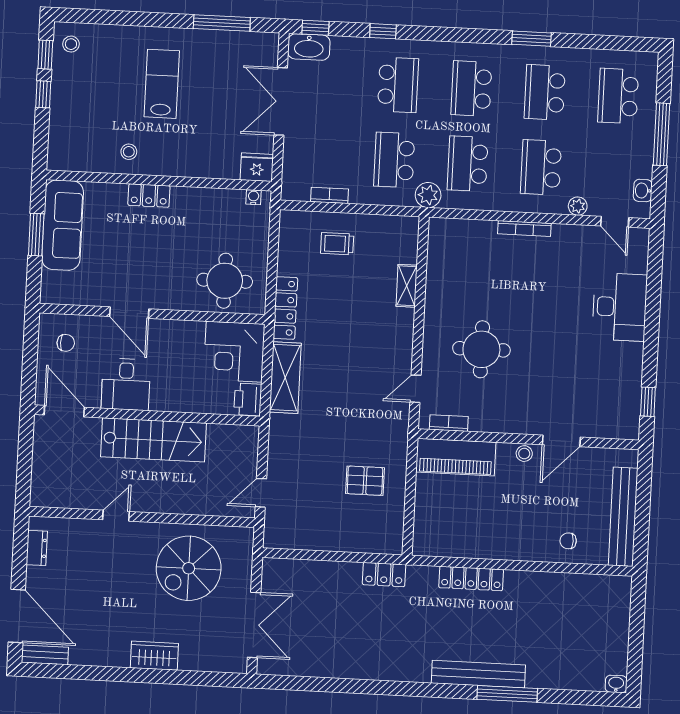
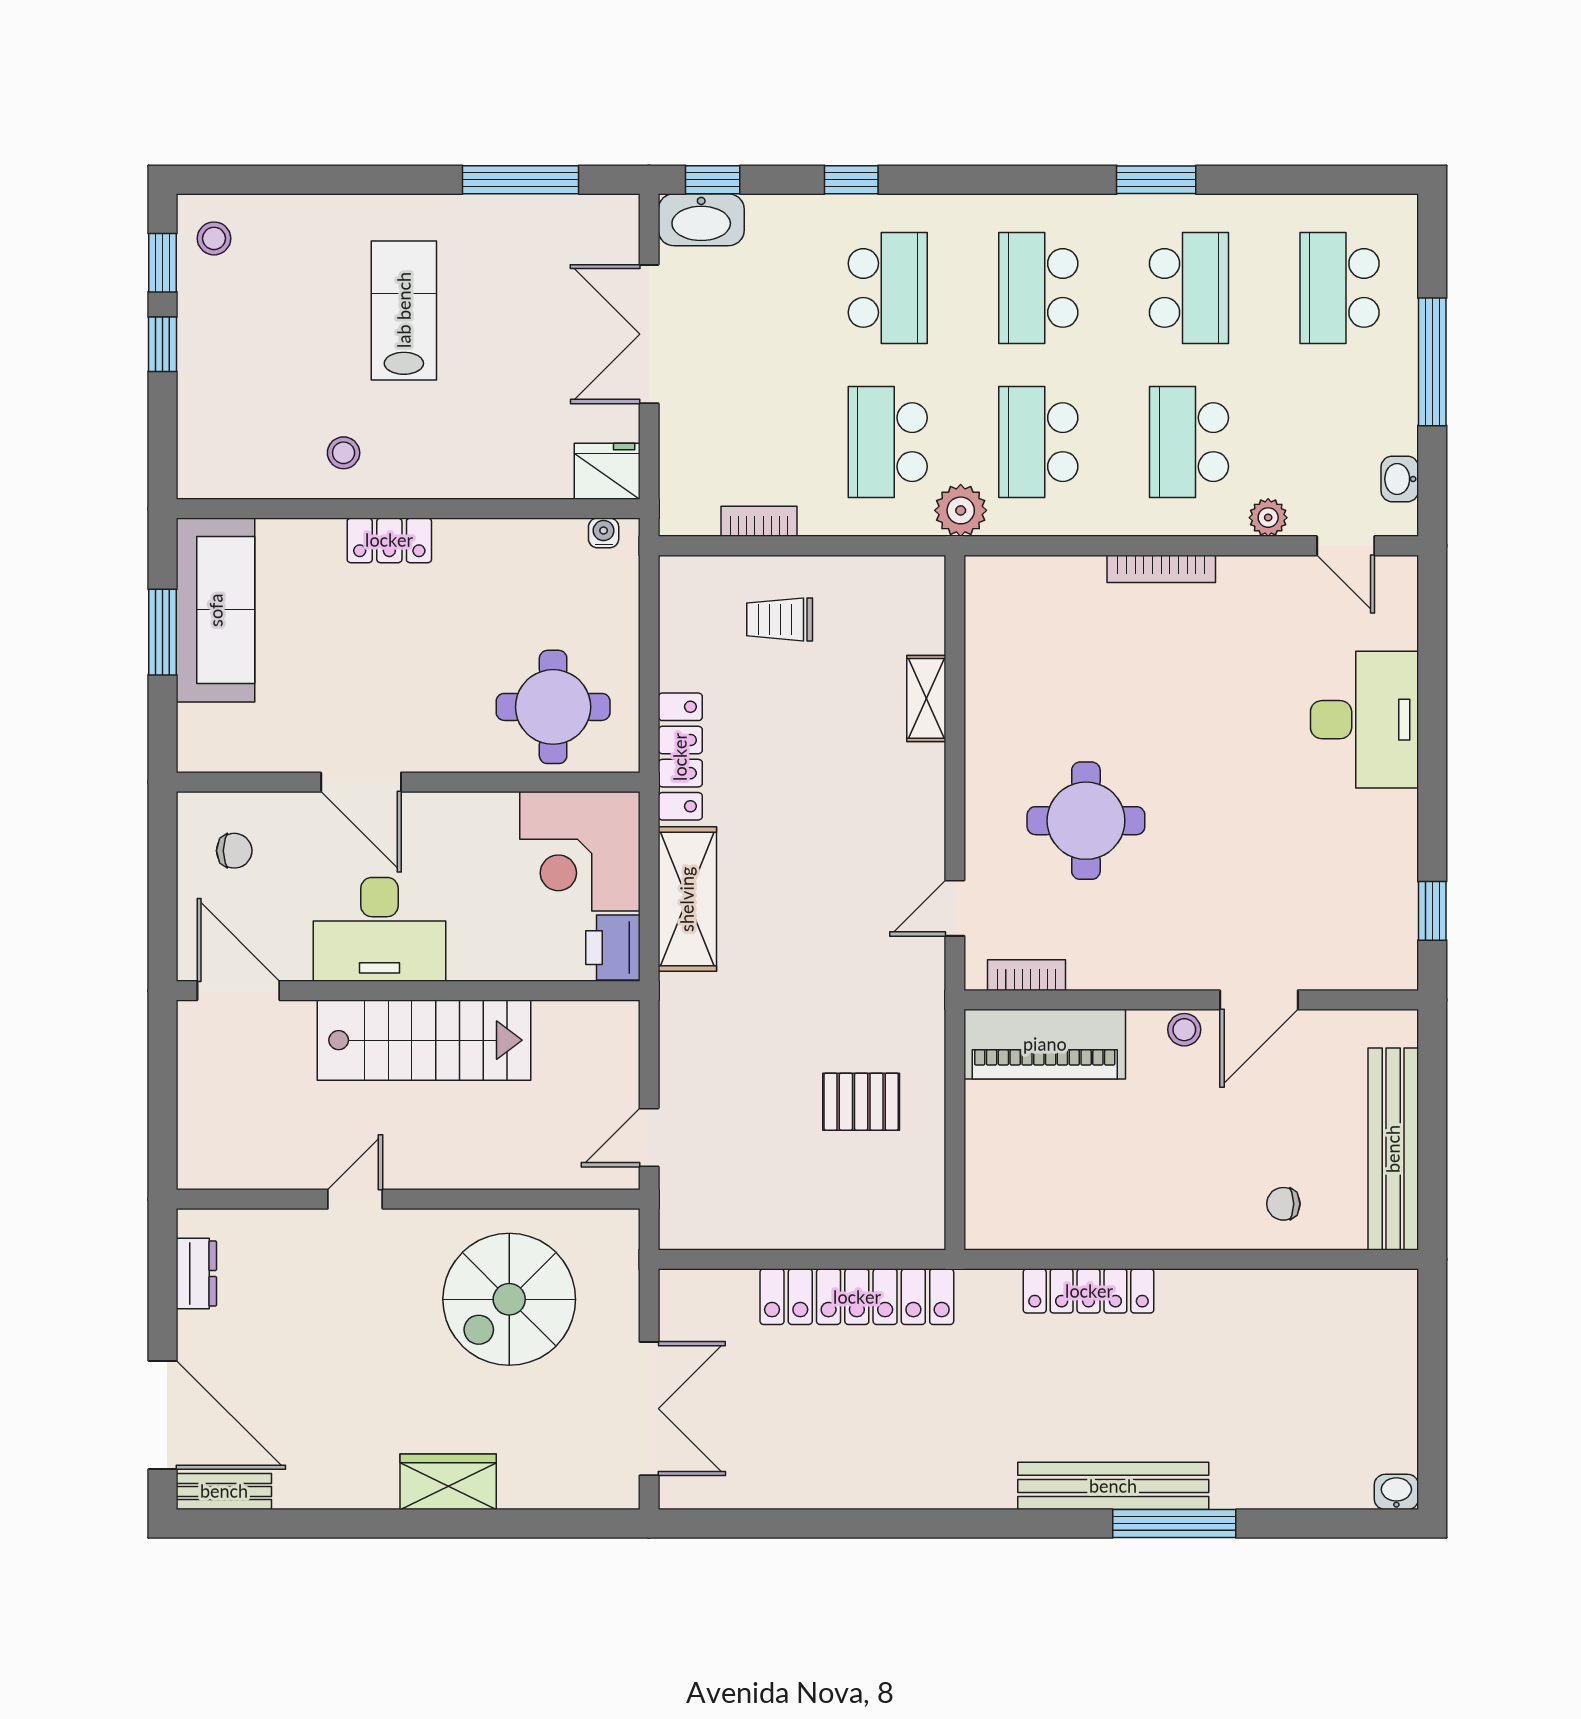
school desk: (545, 92) -> (1189, 288), turned 180
desk: (126, 384) -> (379, 929), width x1.37
locker: (384, 575) -> (857, 1297), width x2.16, depth x1.21

